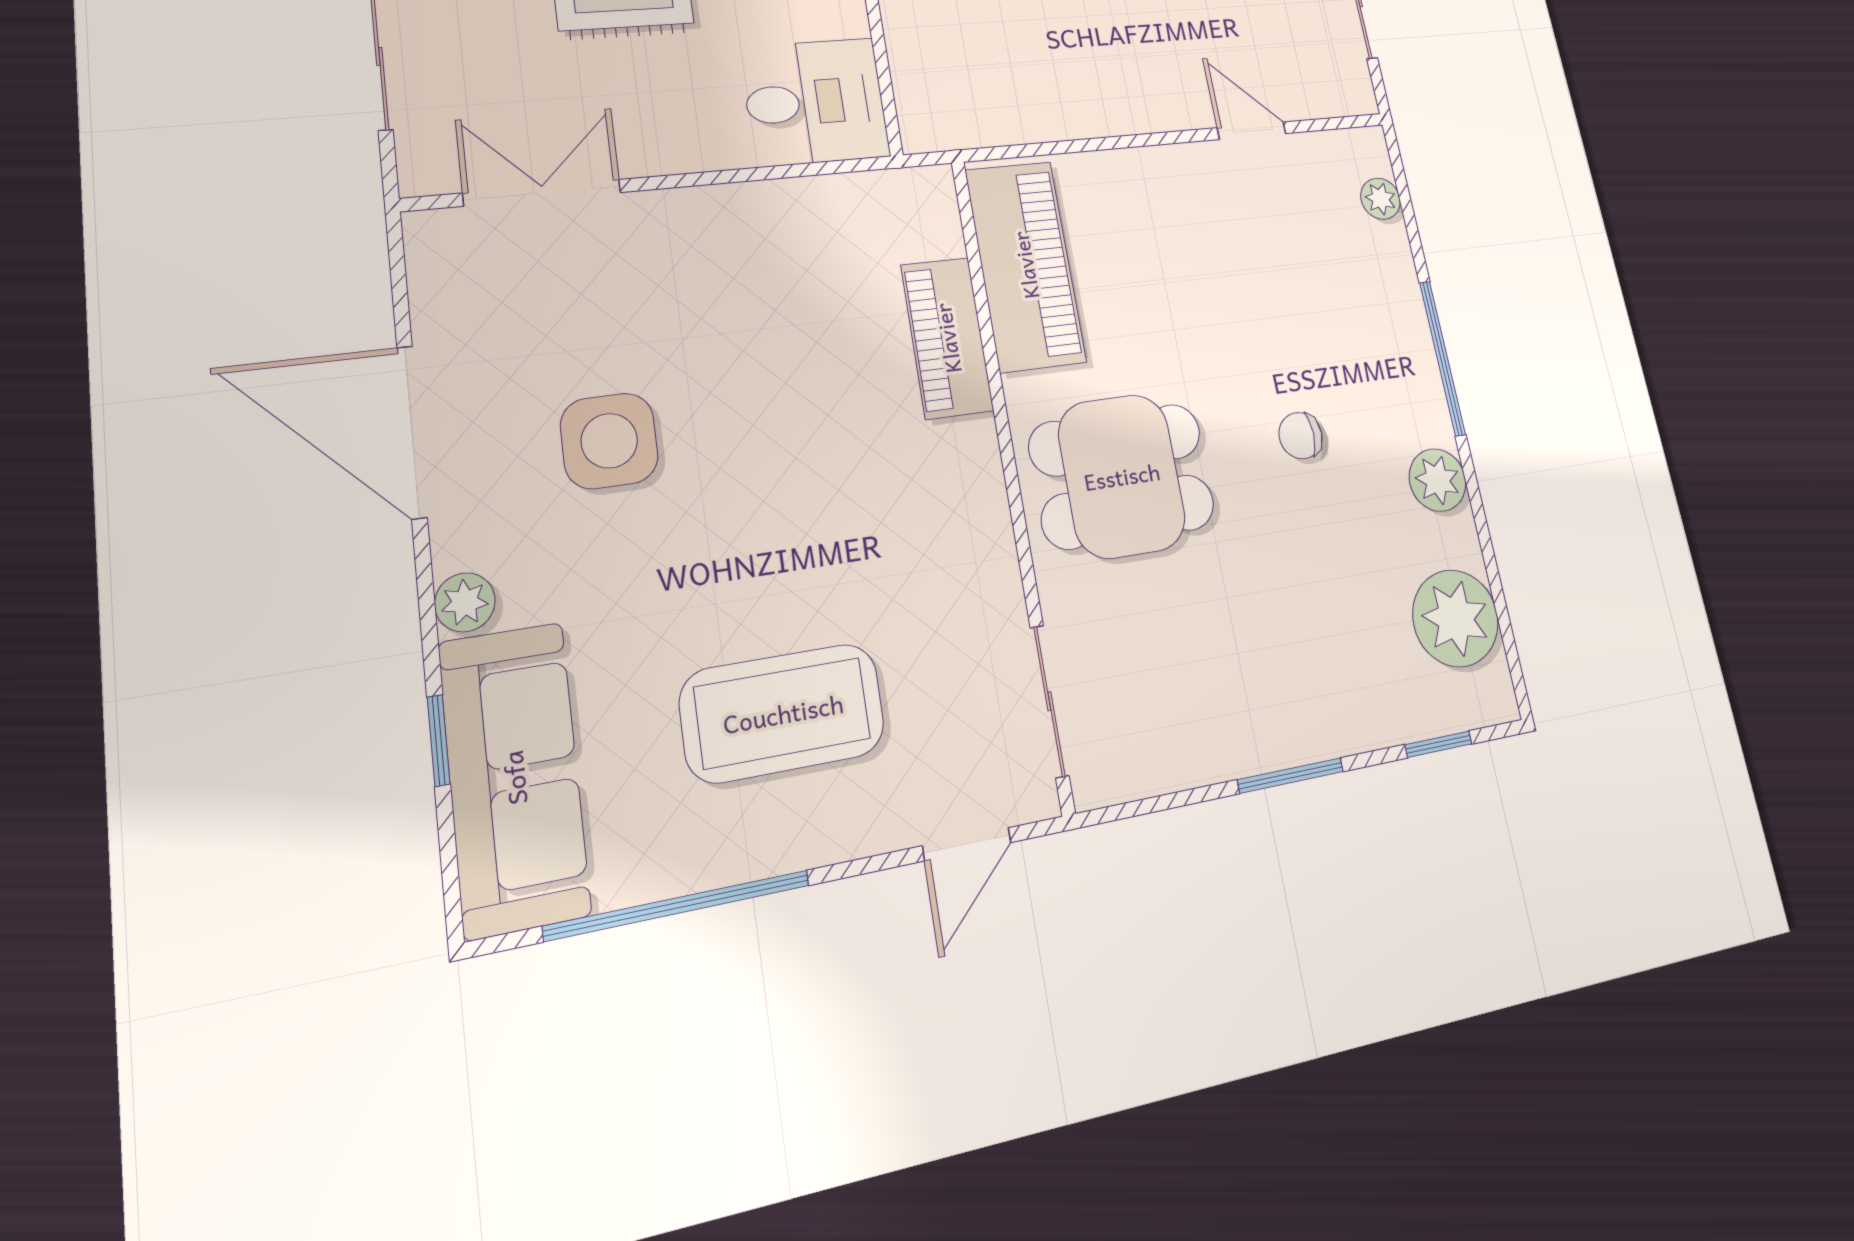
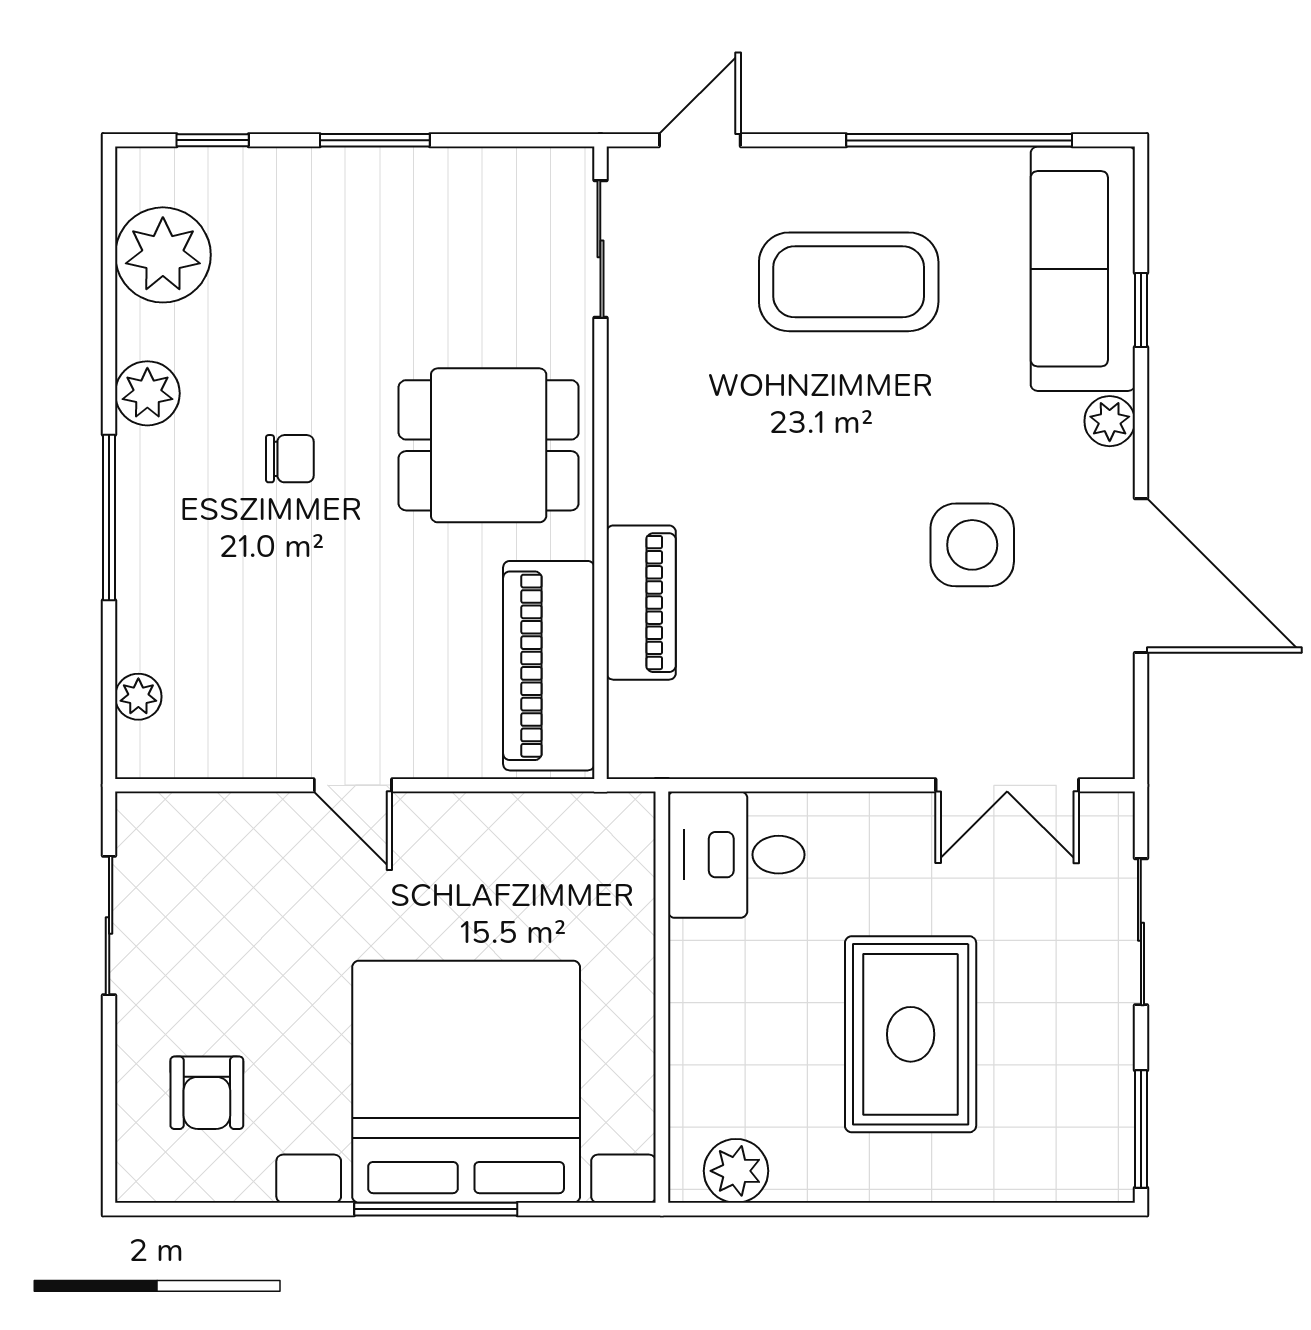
door: (1252, 131) -> (353, 785), moved

